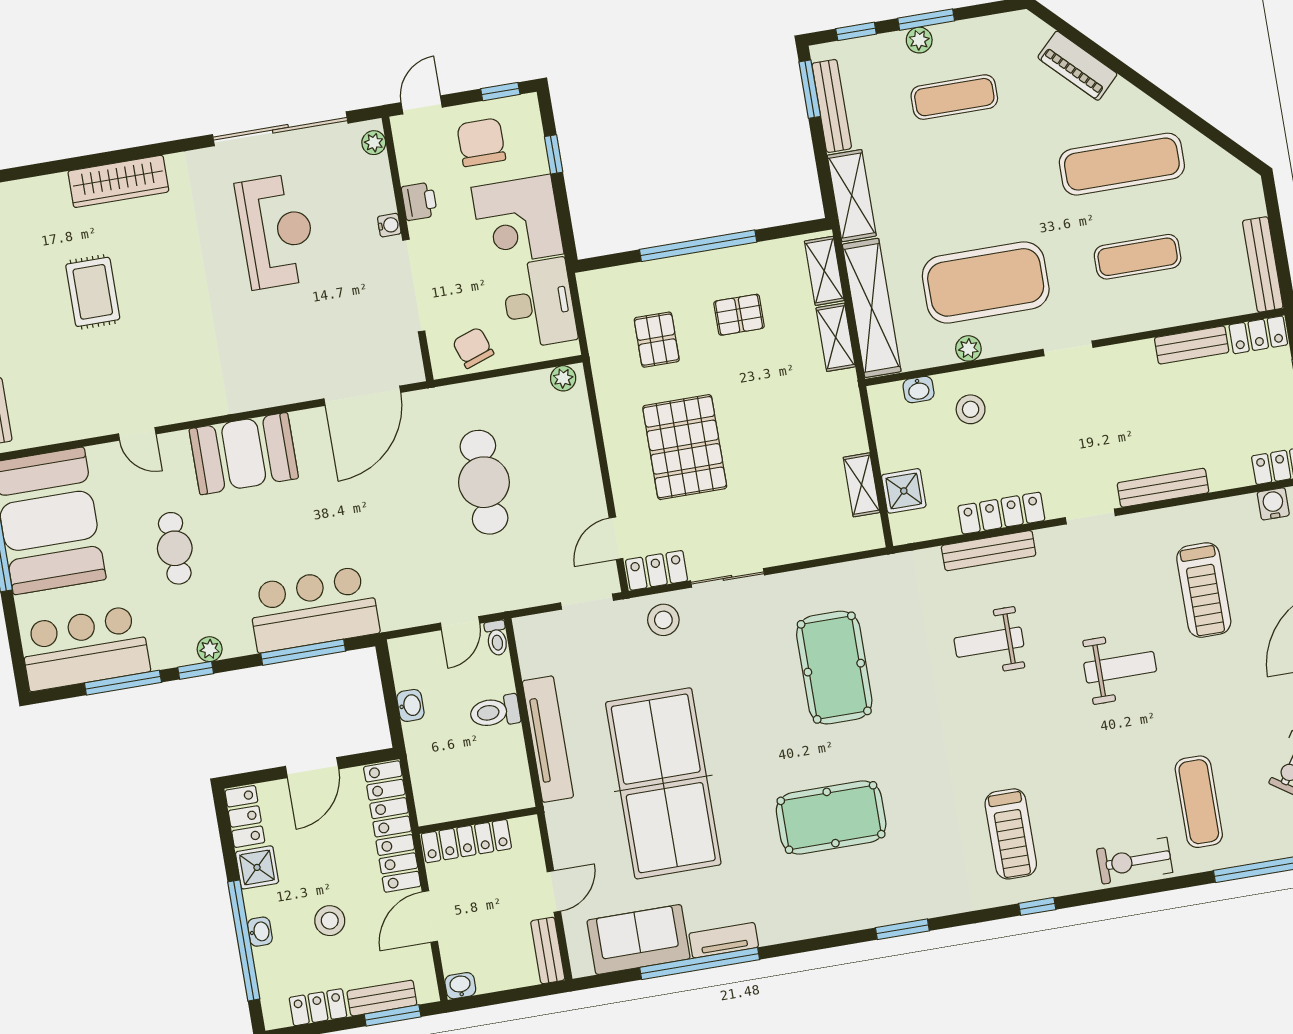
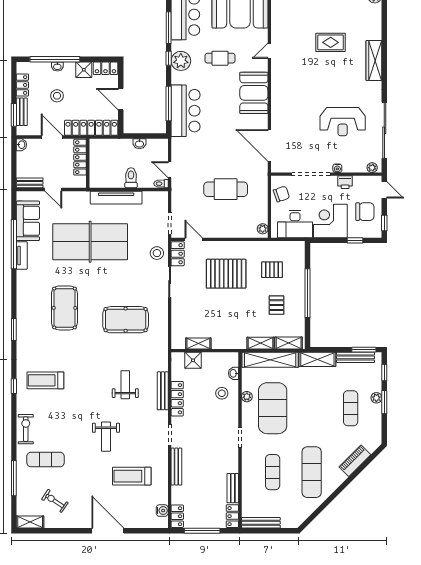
plant: (210, 649) -> (181, 61), width x1.88, depth x1.88

